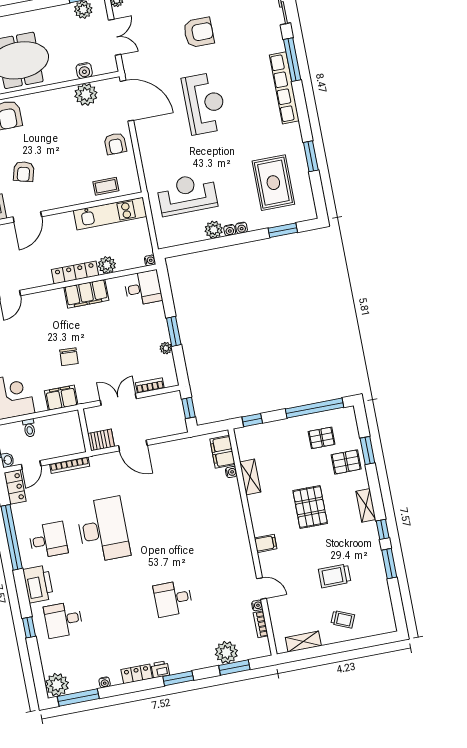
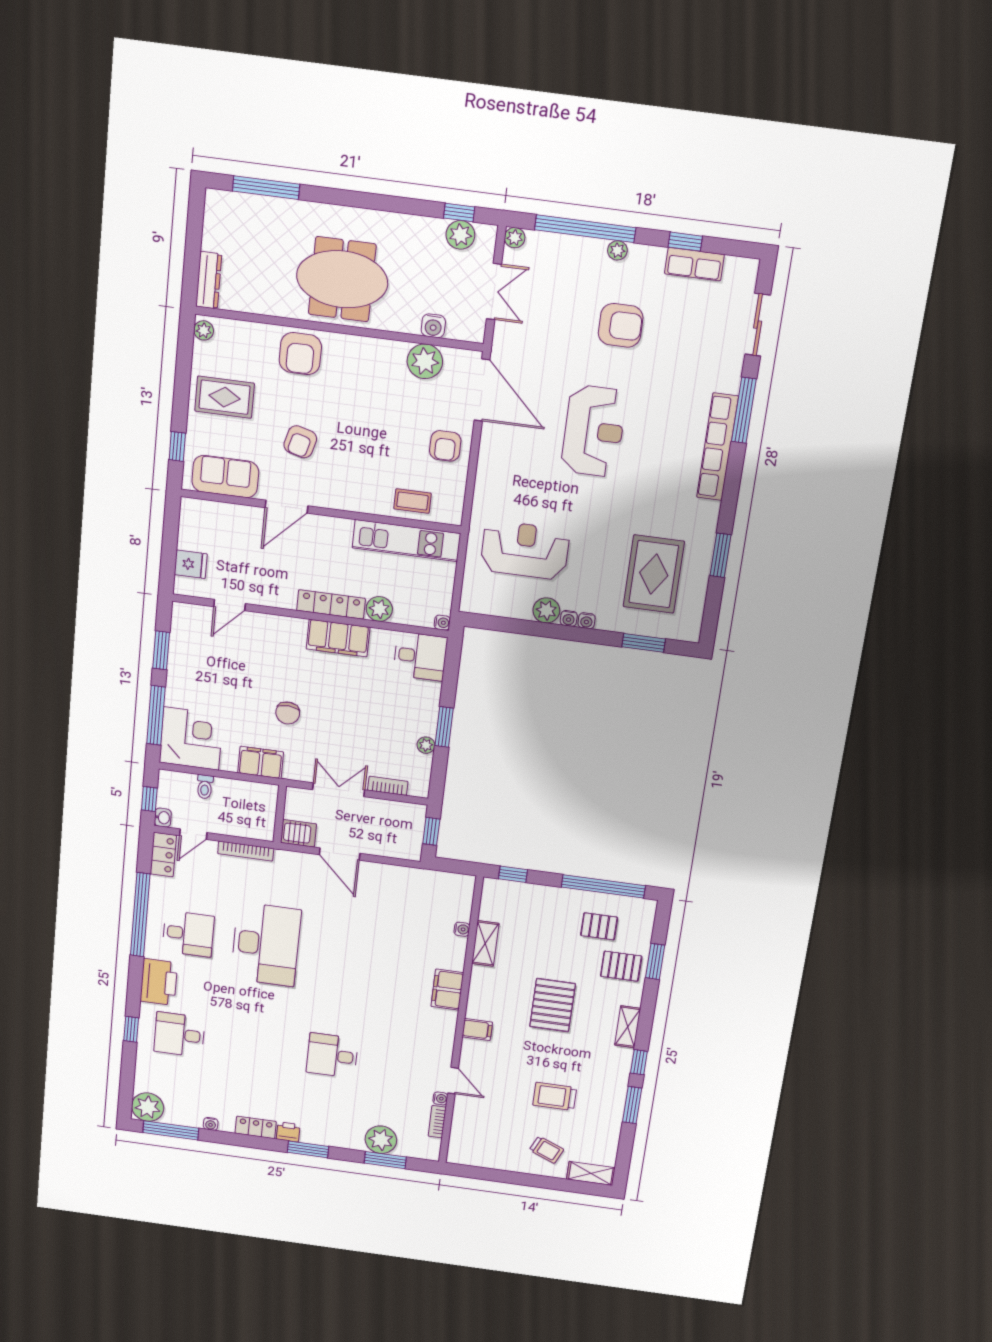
filing cabinet: (222, 452) -> (447, 990), moved
shelving: (303, 642) -> (591, 1173), moved

